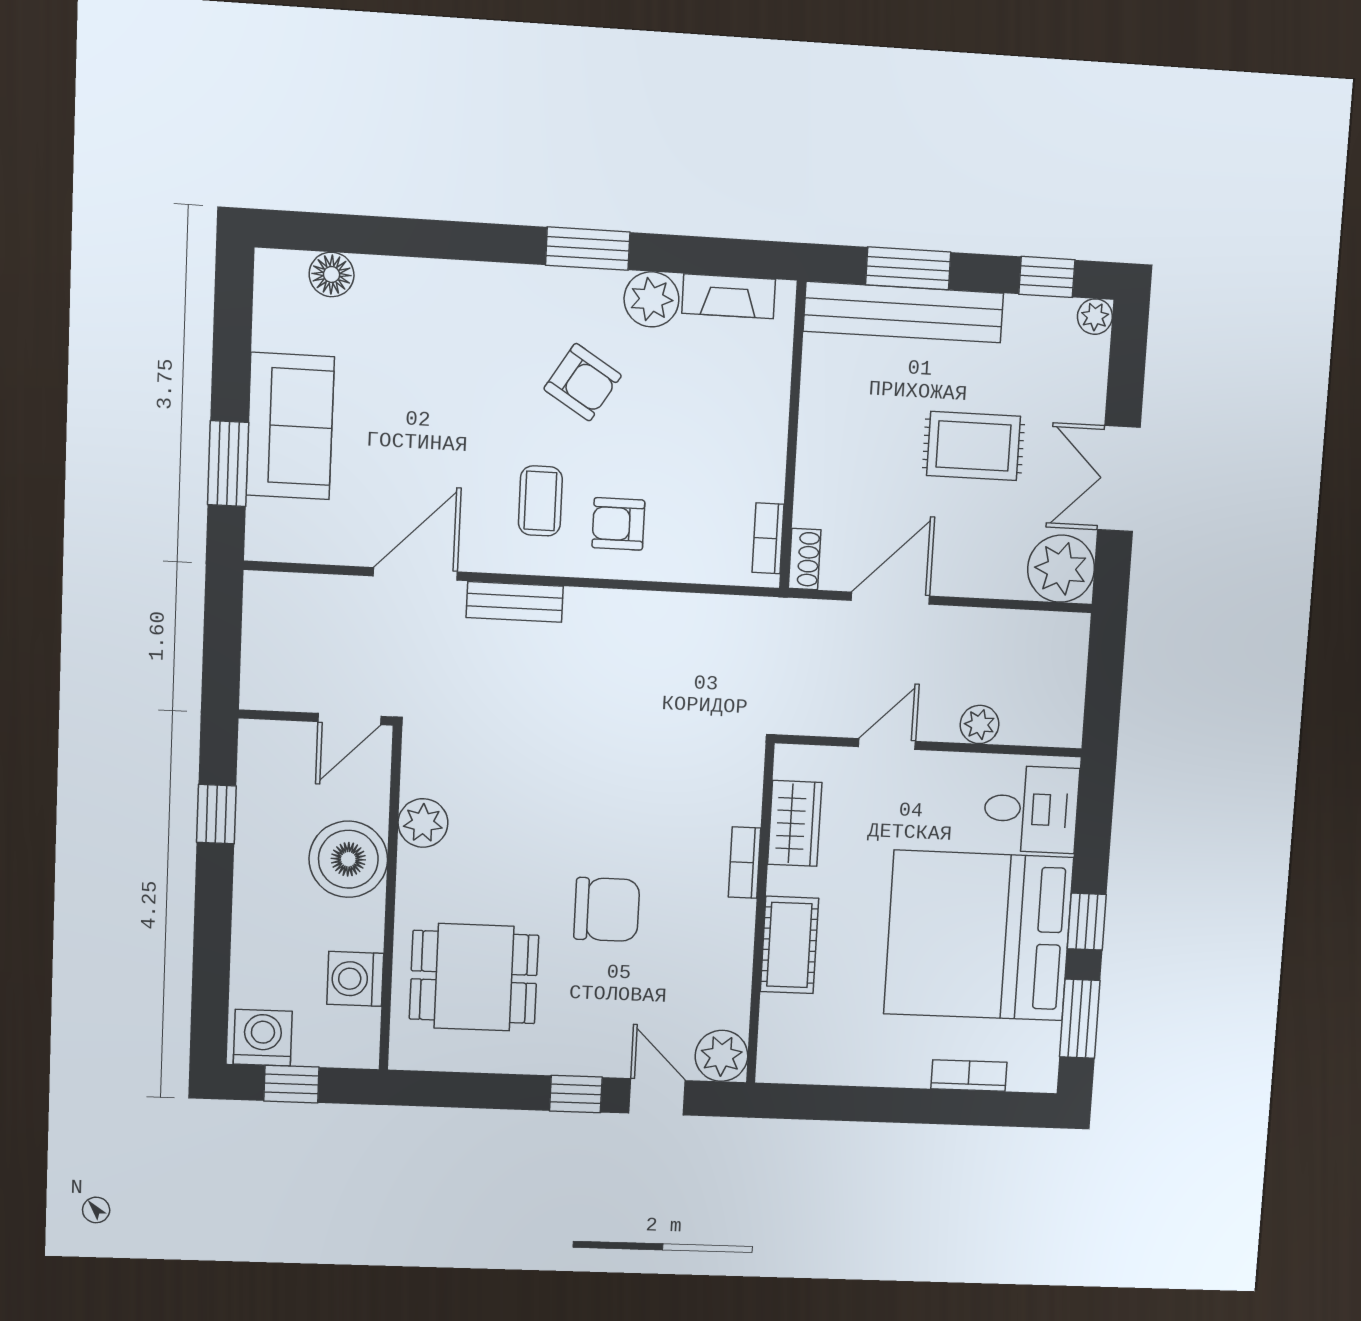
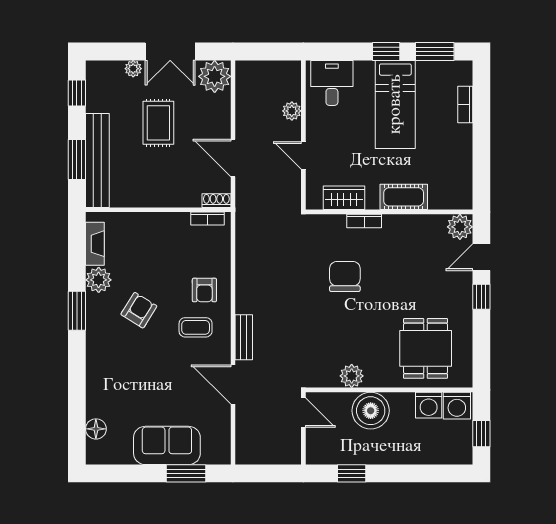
plant: (1095, 317) -> (133, 69), moved
chair: (607, 909) -> (345, 276), moved
bed: (979, 936) -> (395, 104), width x0.49
washing machine: (263, 1038) -> (457, 406), moved, turned -90

